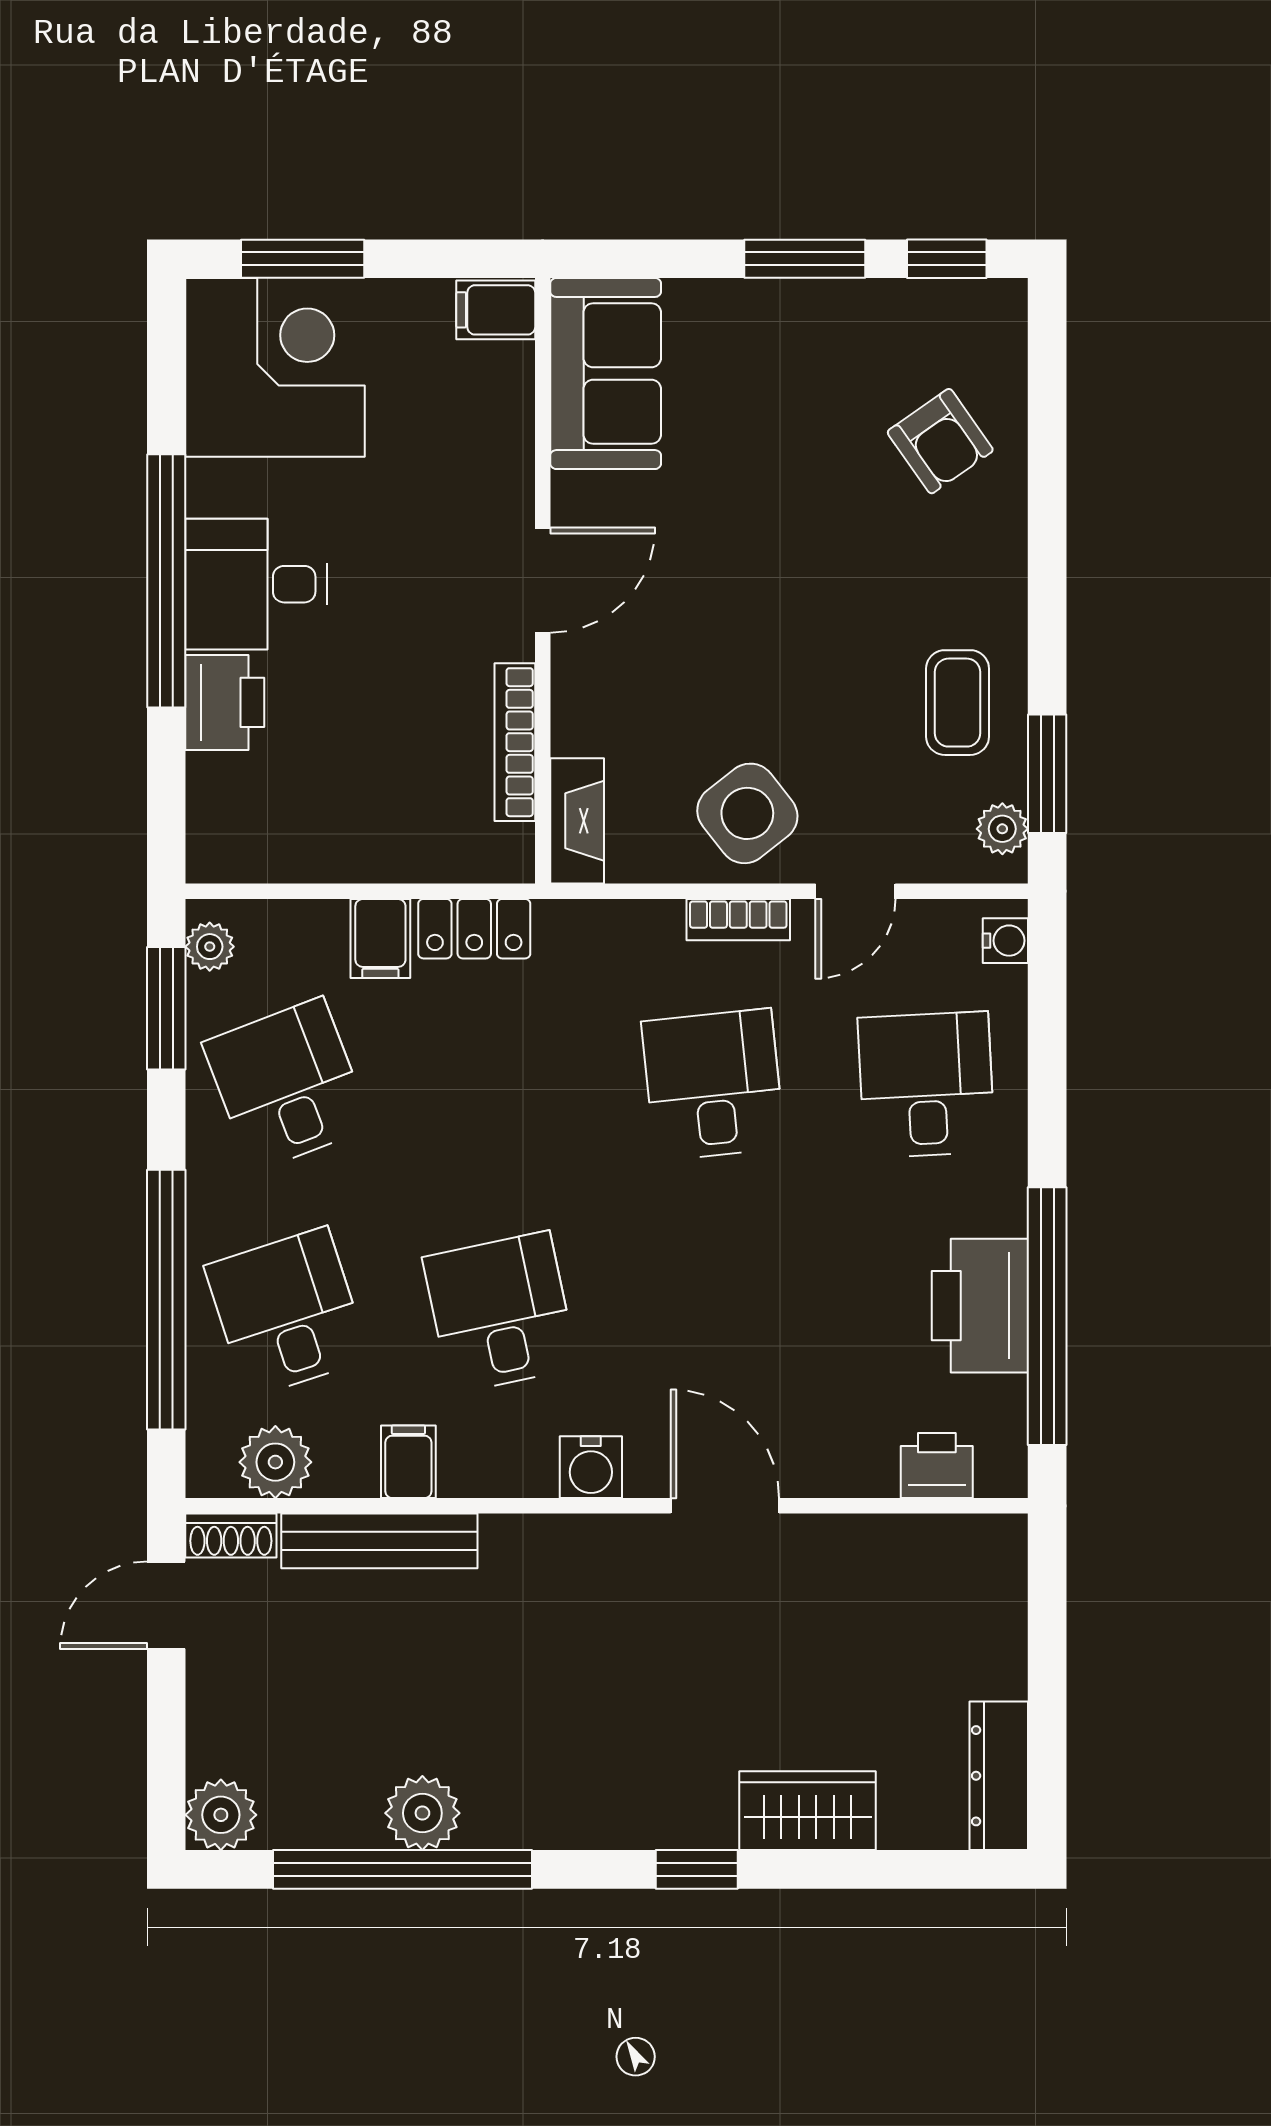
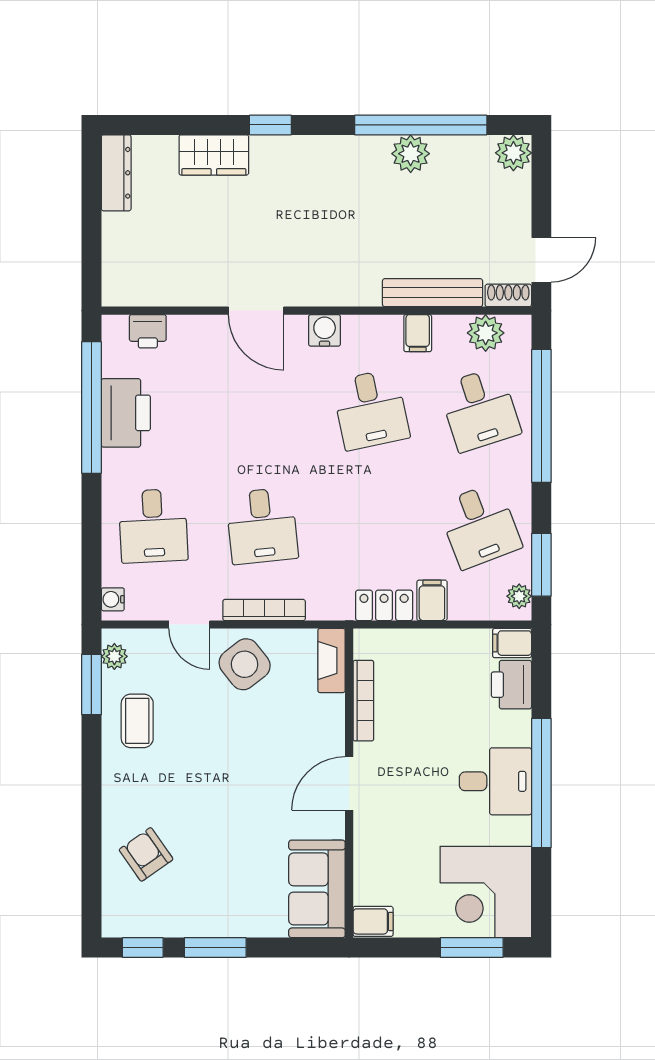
printer: (225, 702) -> (511, 685), moved
filing cabinet: (224, 855) -> (512, 643), added
door: (855, 891) -> (189, 625), swing flipped
bookcase: (738, 920) -> (264, 610), width x1.56

